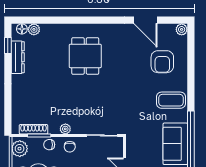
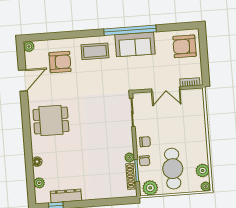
floor lamp: (22, 29) -> (37, 162), moved
dining table: (85, 56) -> (51, 121), moved
coffee table: (171, 100) -> (95, 51), turned 90
plant: (65, 129) -> (130, 158), moved

